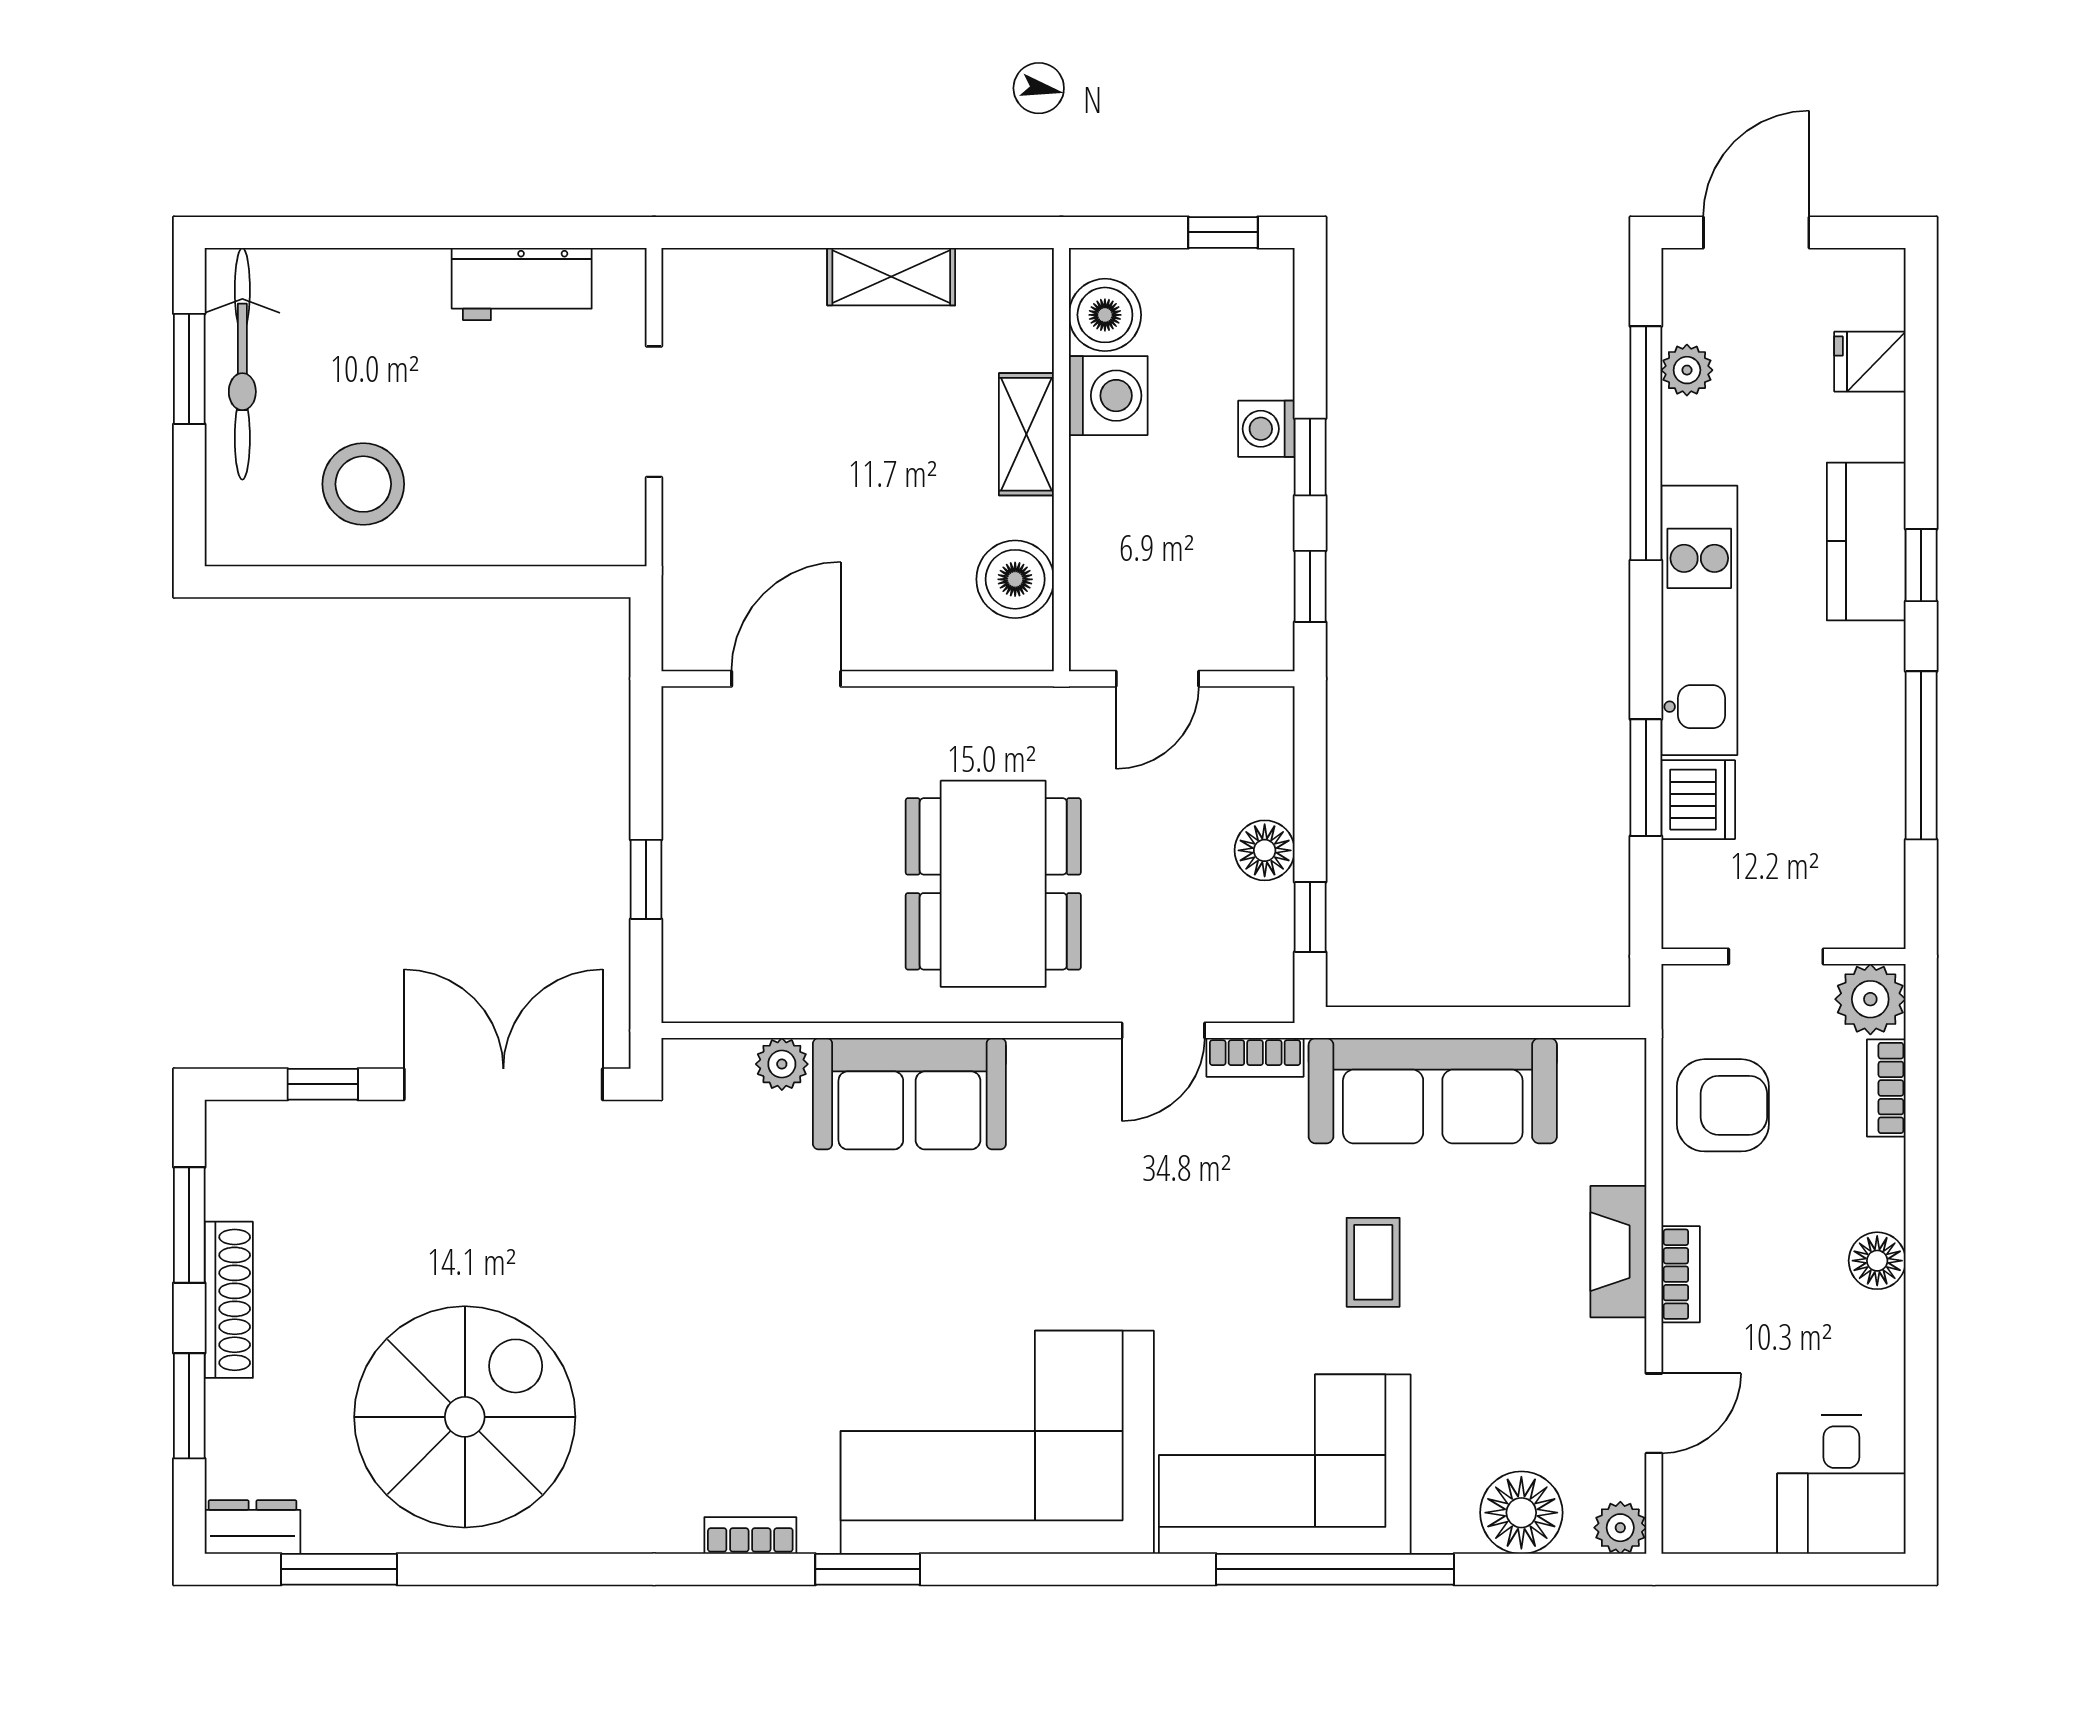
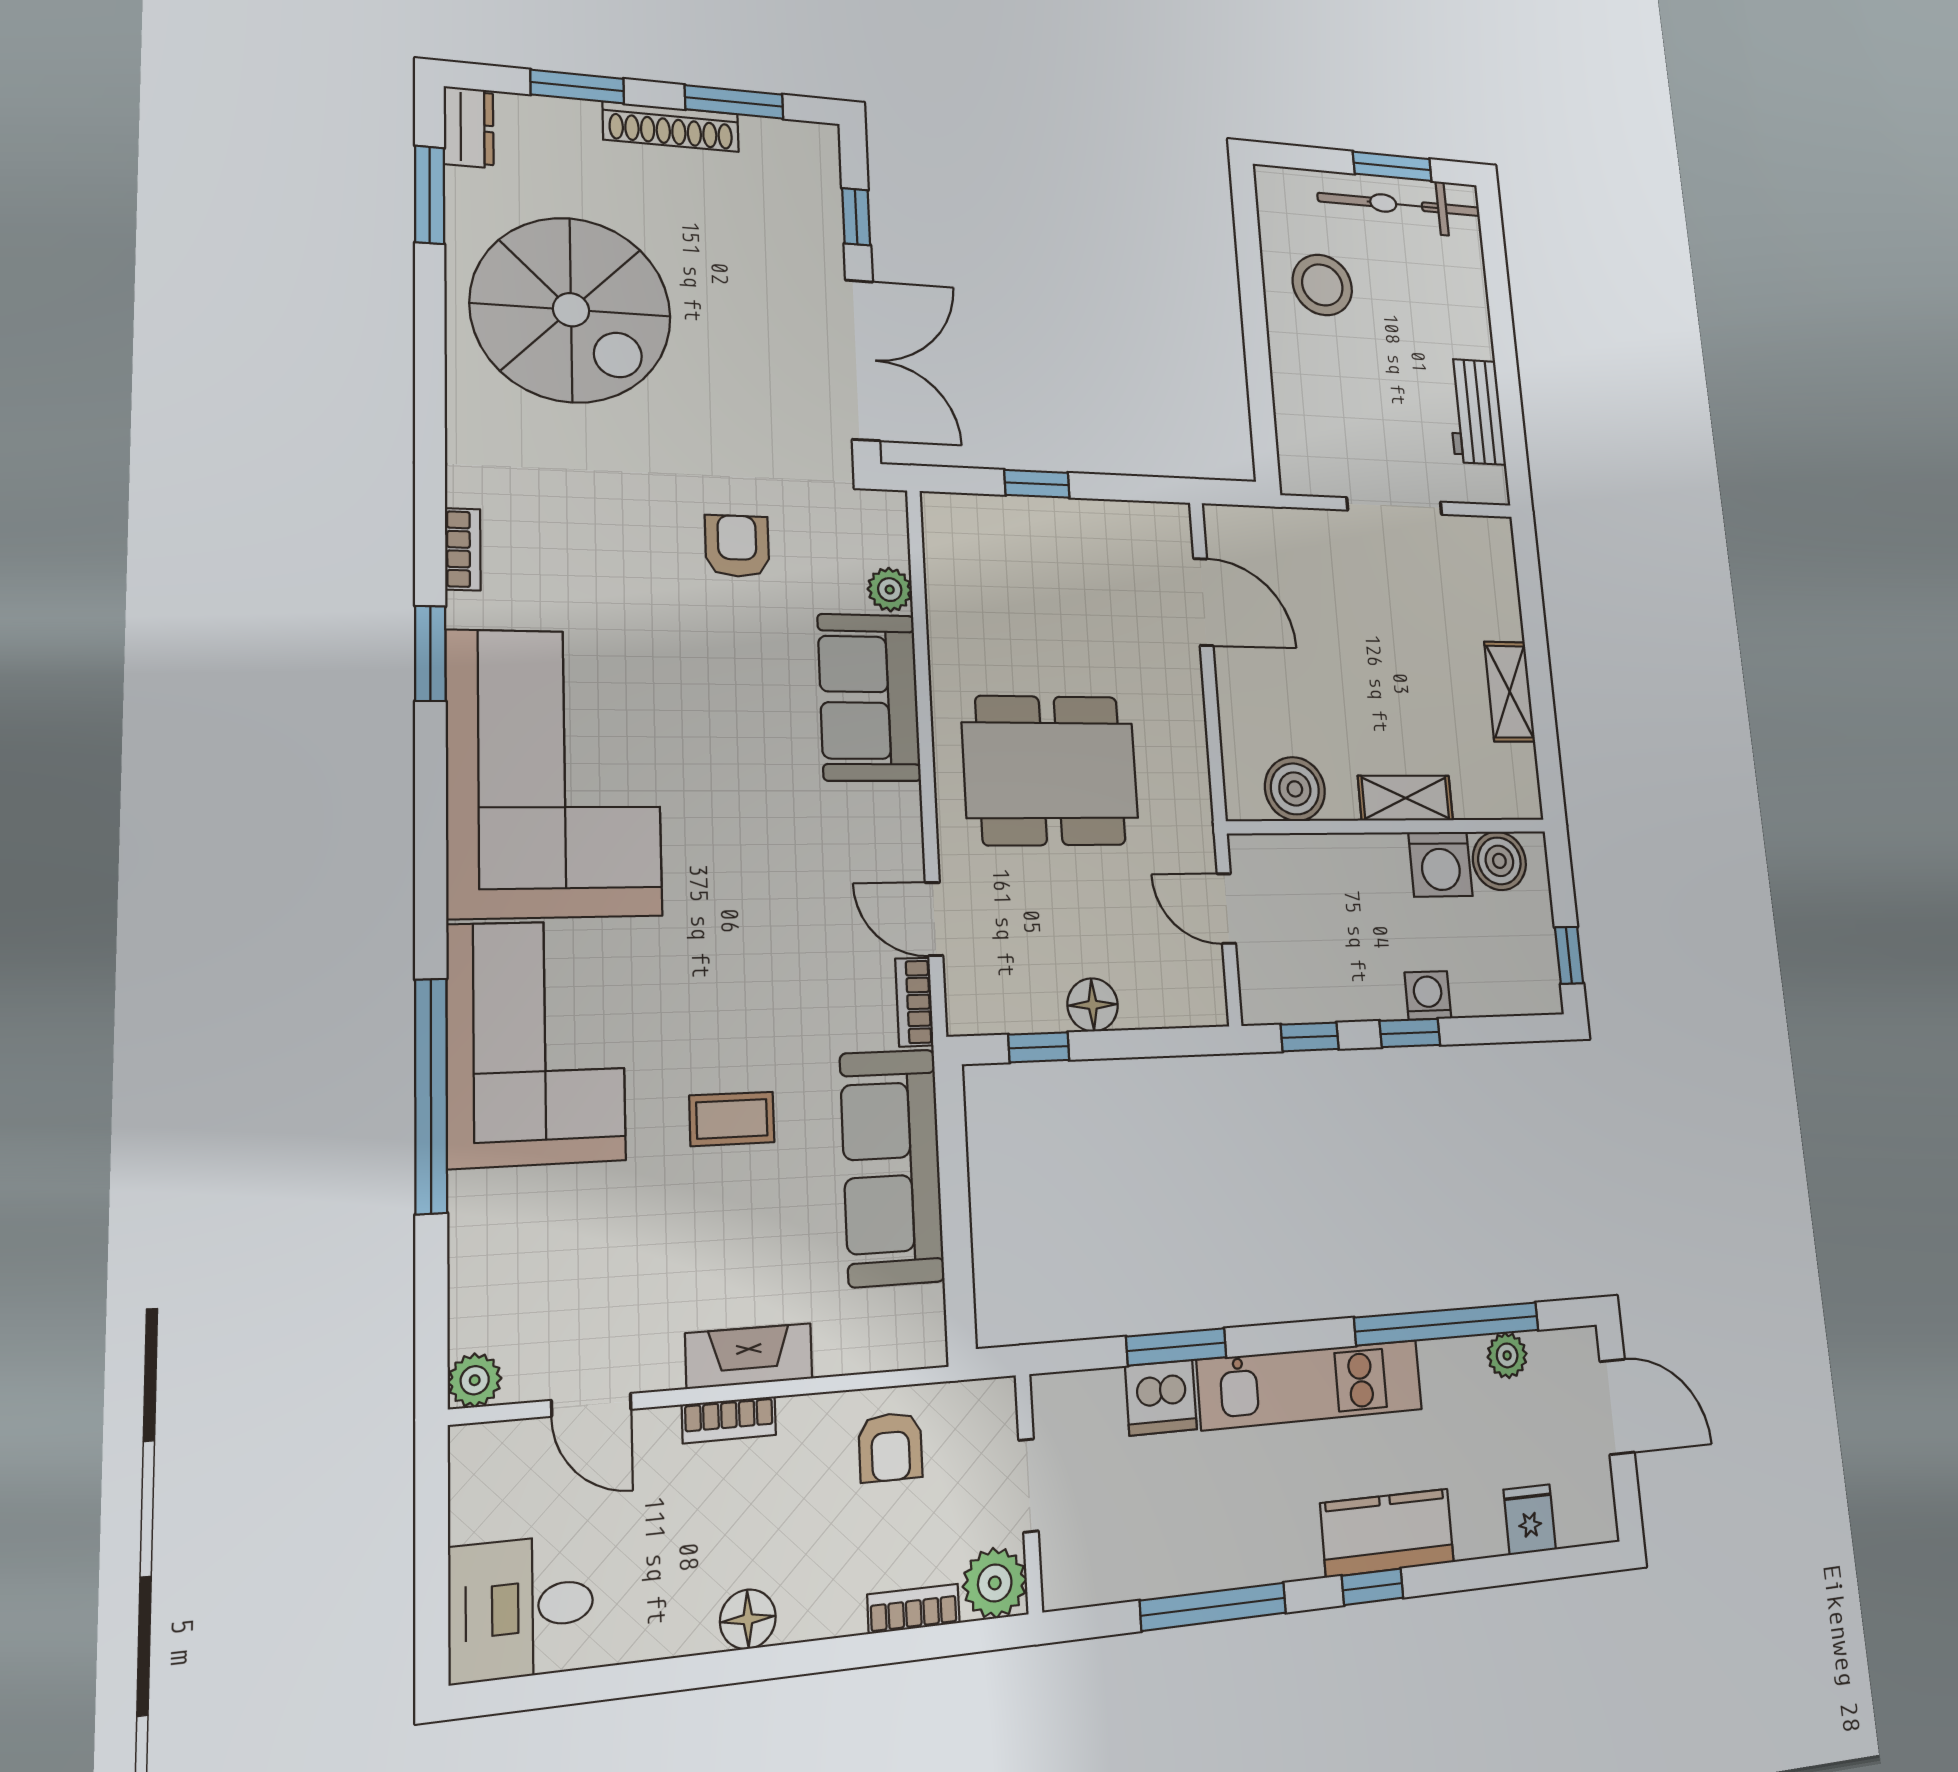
armchair: (1723, 1105) -> (890, 1447), width x0.72, depth x0.72
armchair: (736, 1238) -> (737, 546), added
floor lamp: (1521, 1513) -> (489, 1278), removed

